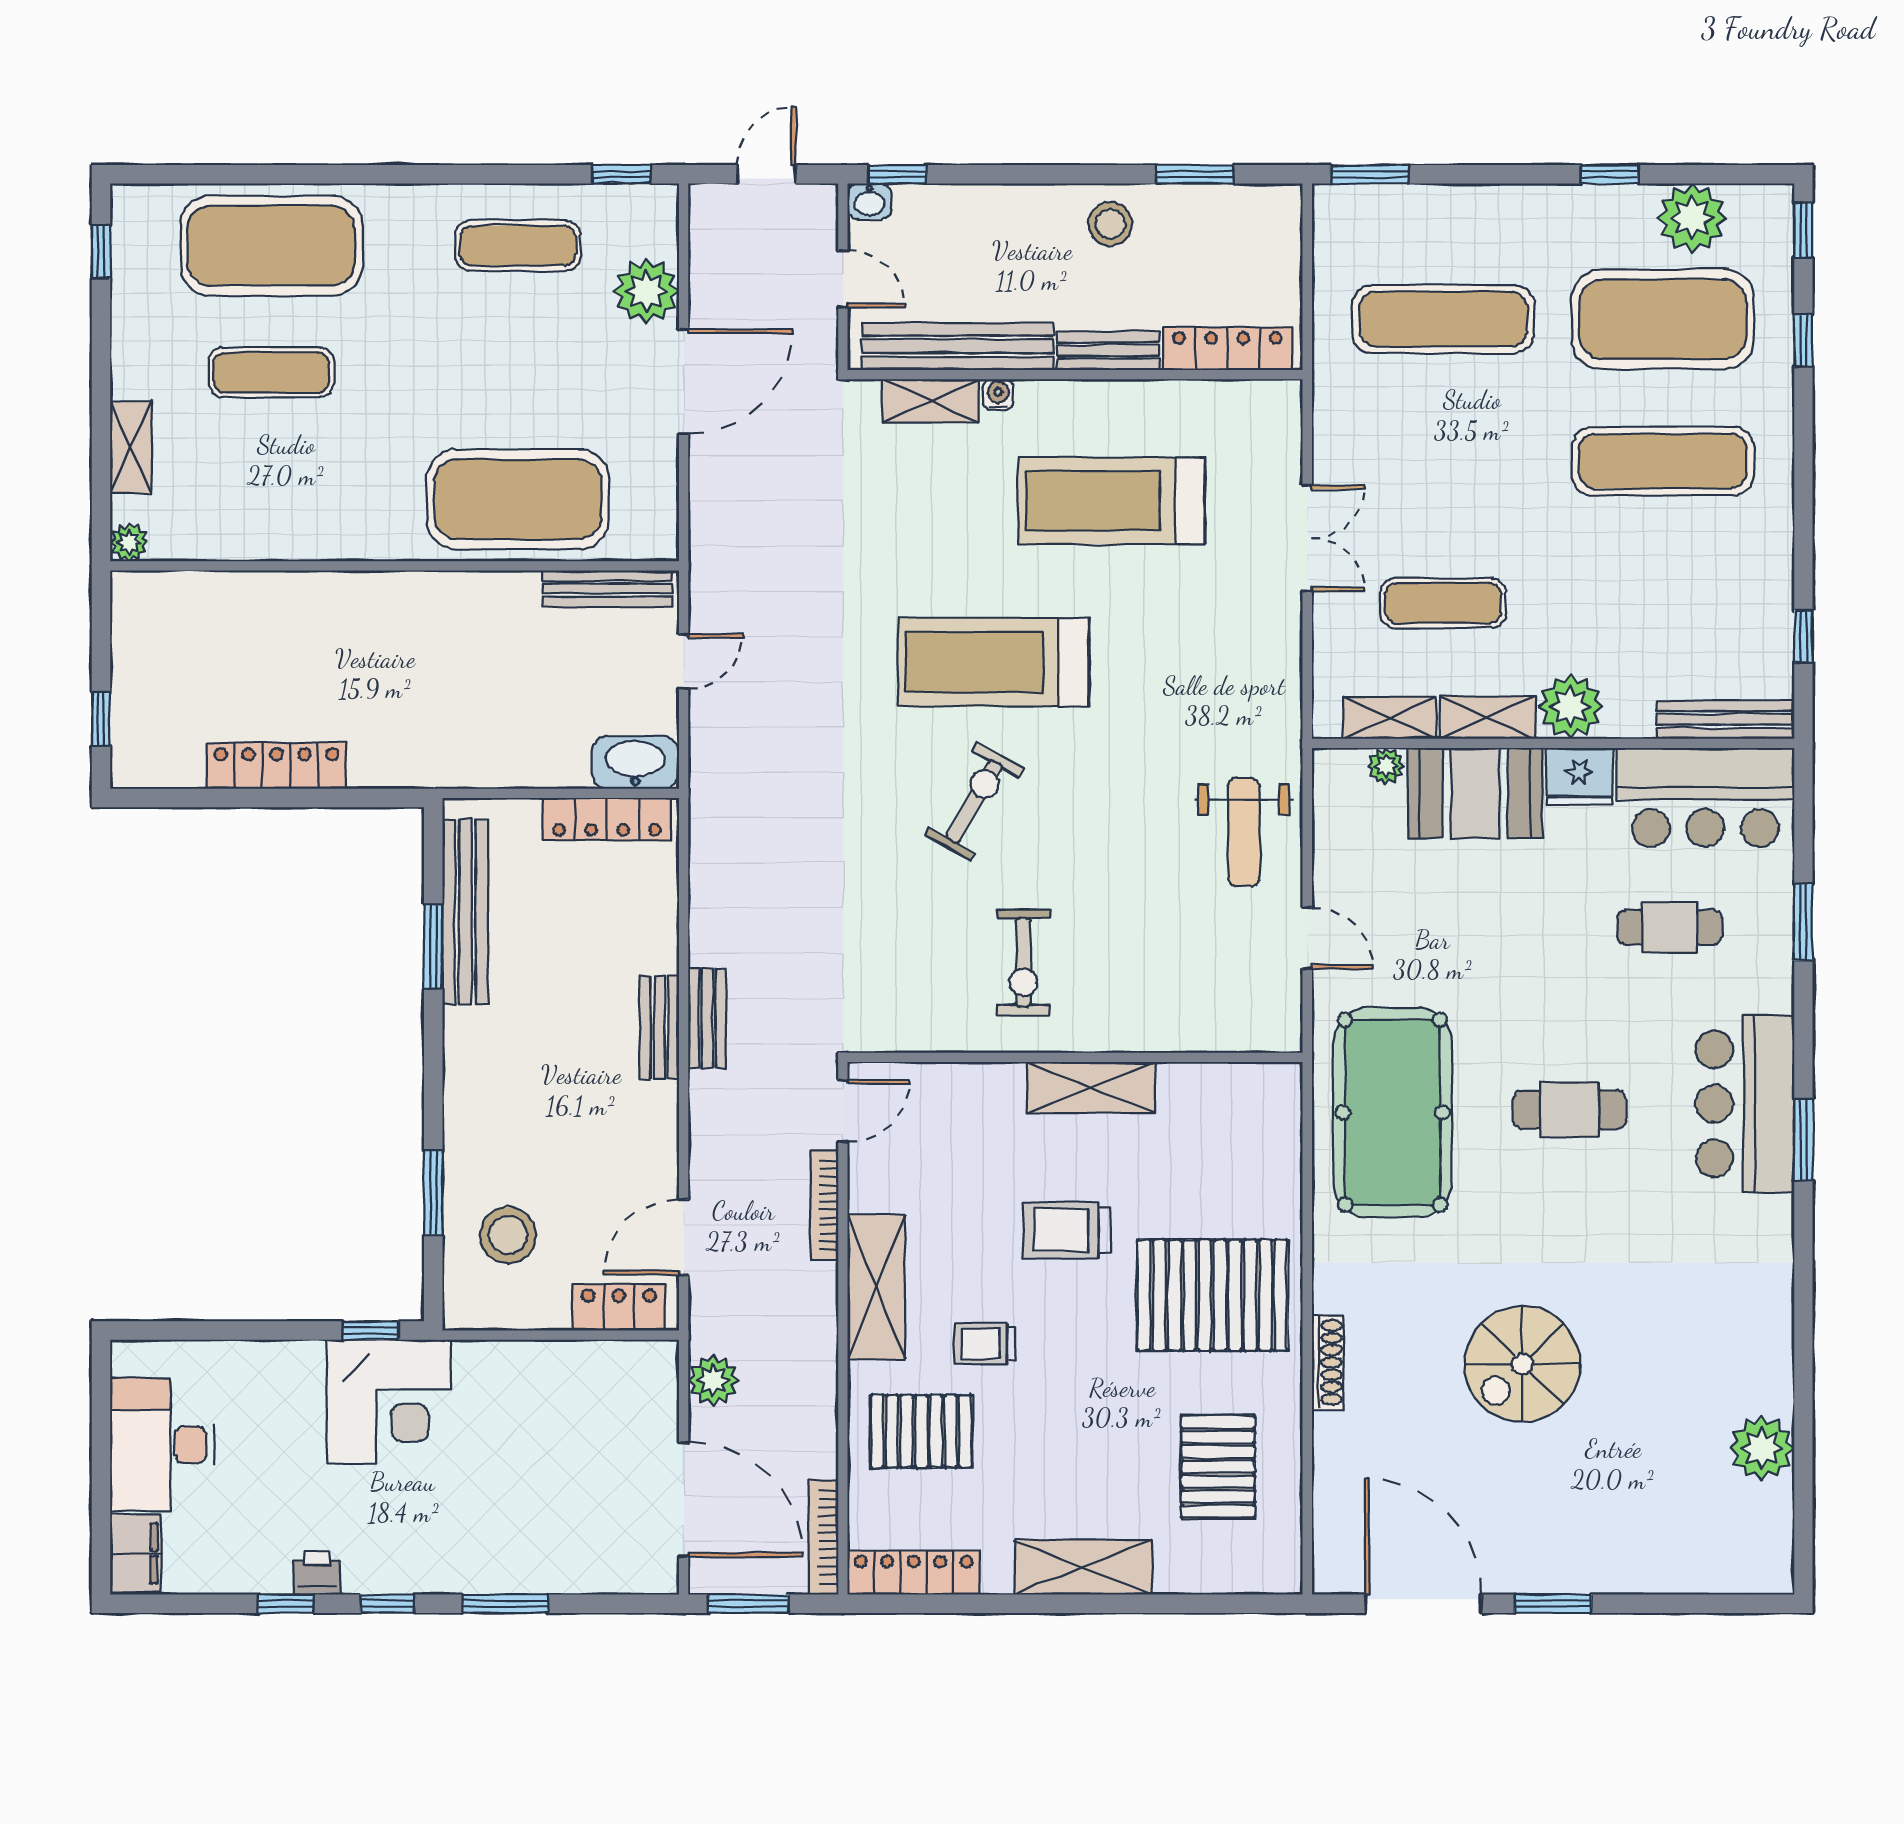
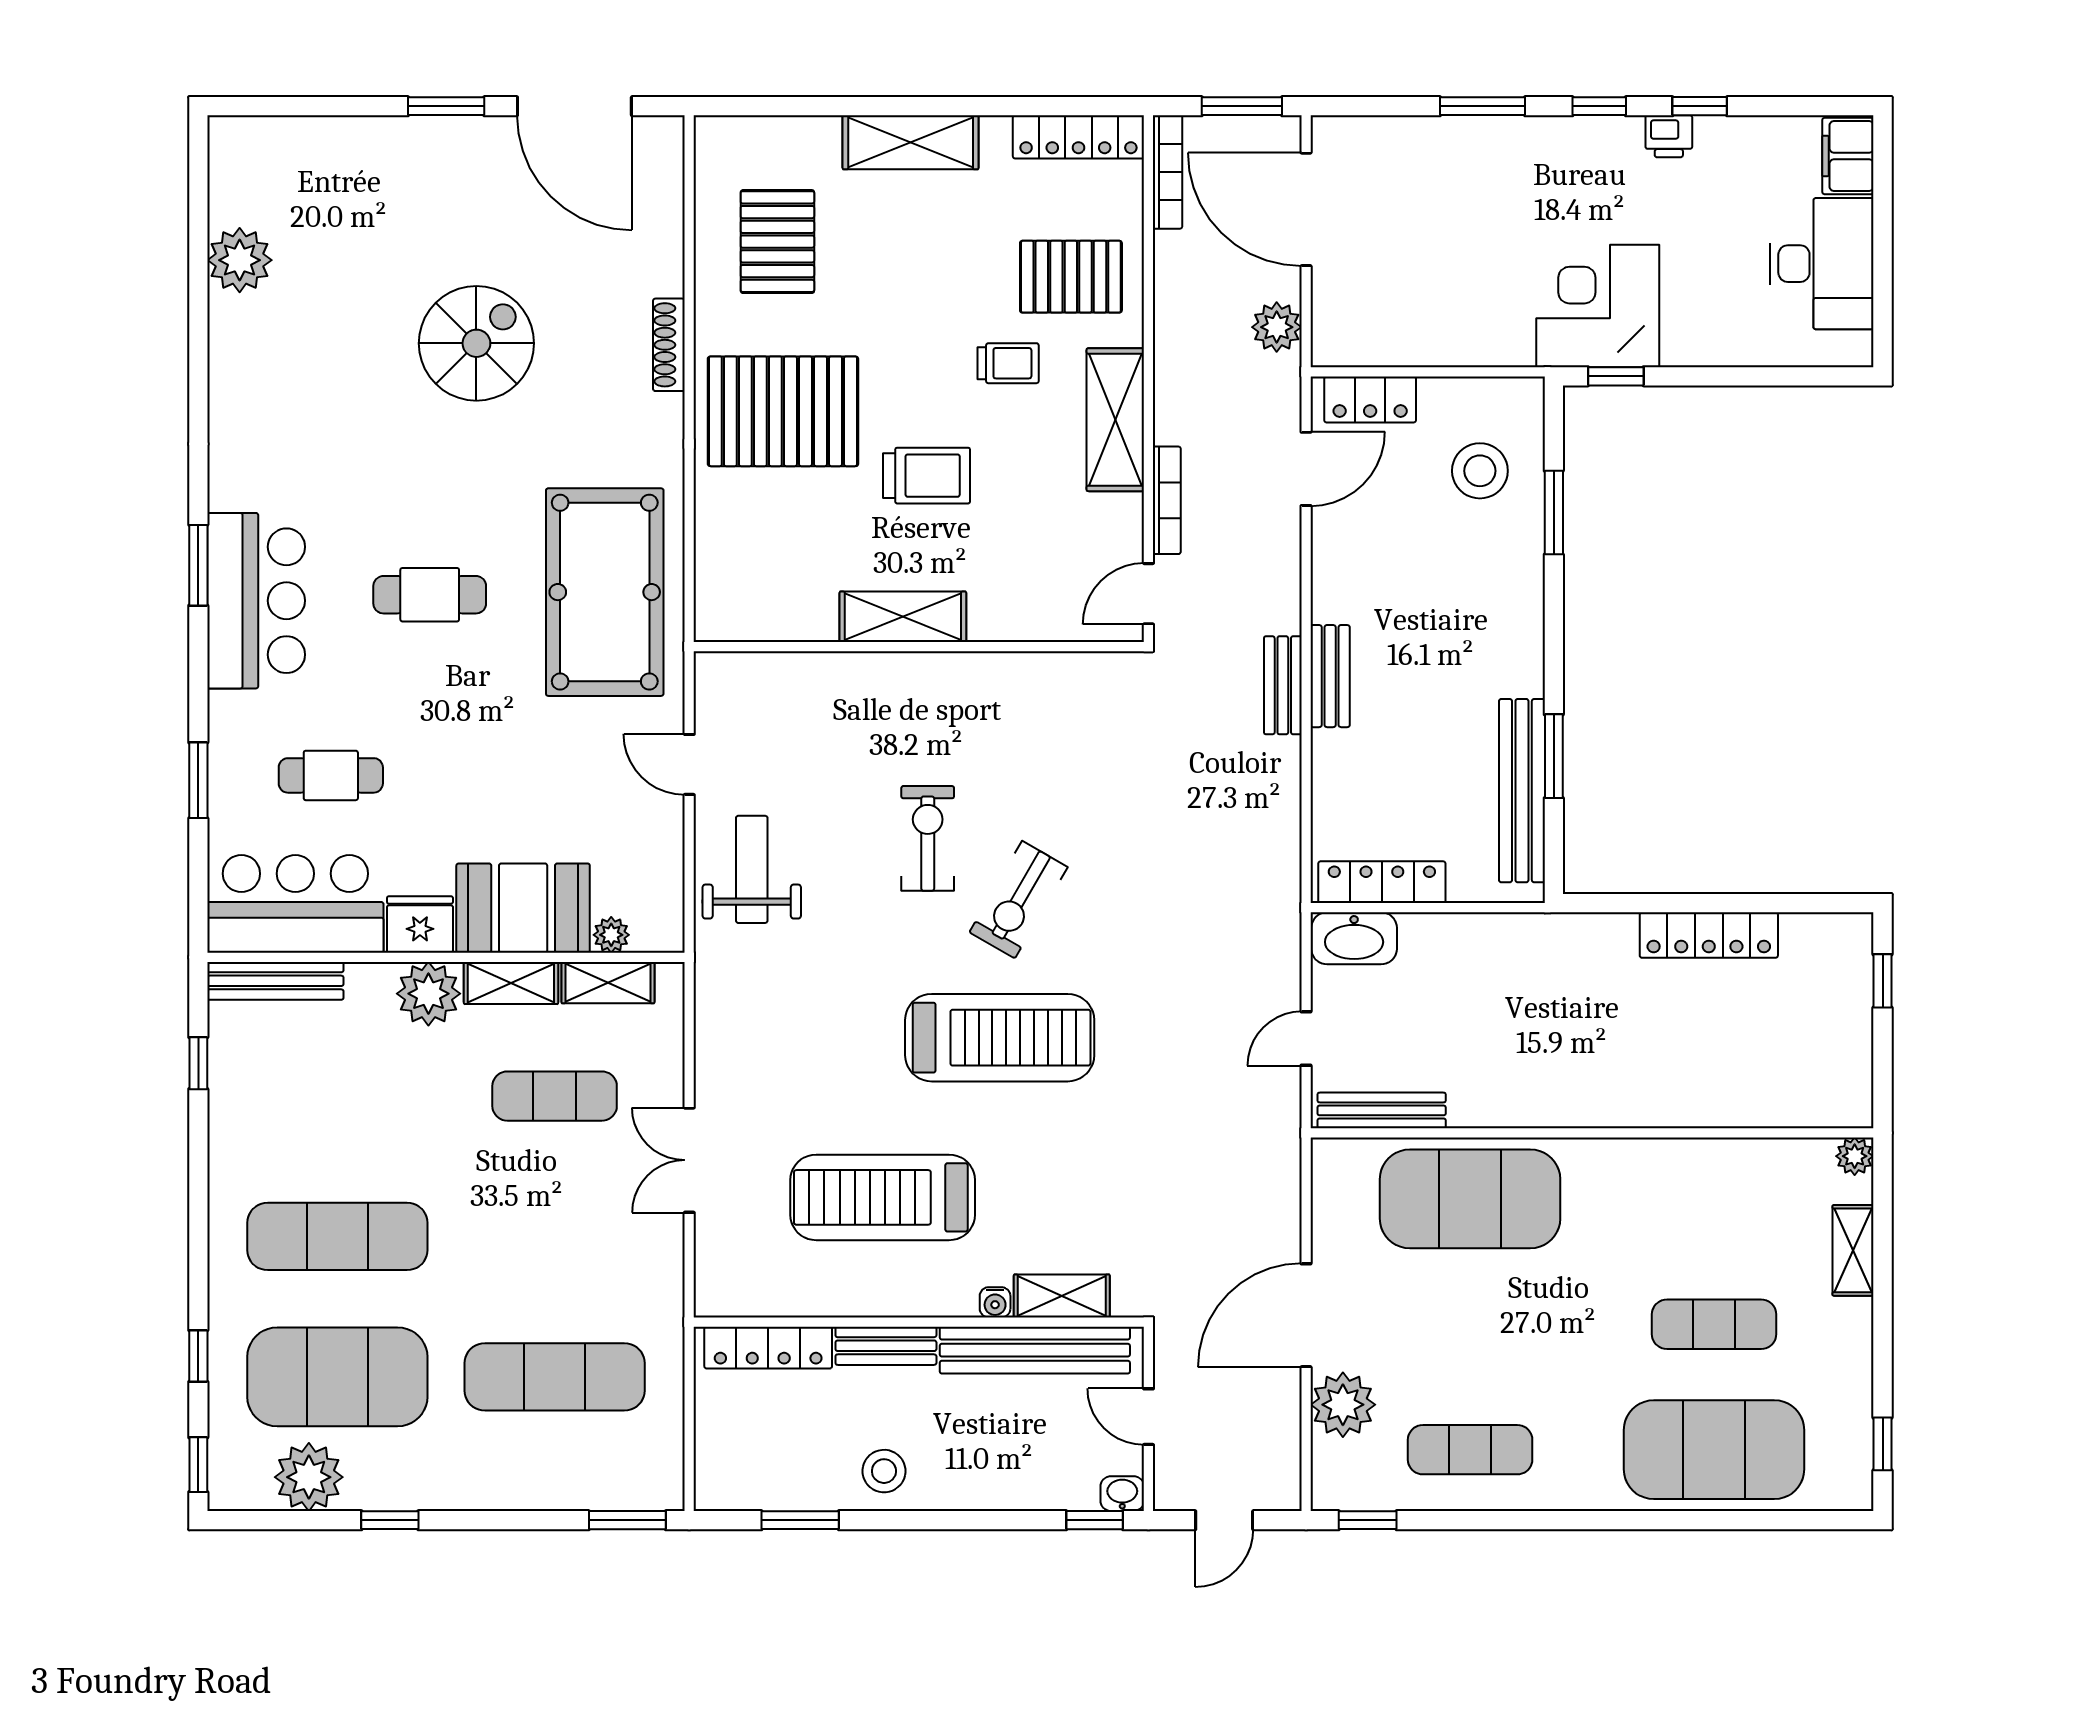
treadmill: (1112, 501) -> (883, 1197), turned 180
exercise bike: (1023, 962) -> (928, 838), moved

